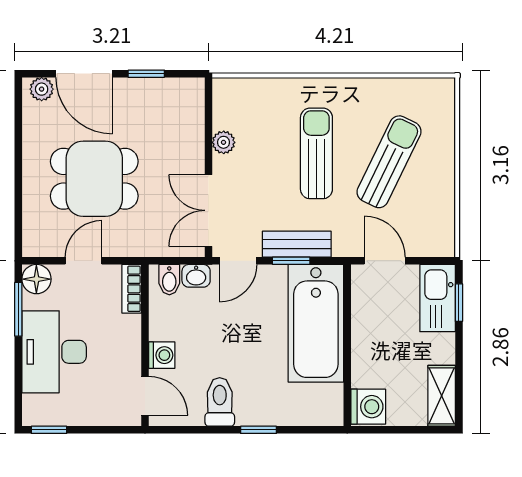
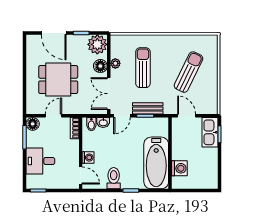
plant: (42, 89) -> (97, 44), moved, width x1.87, depth x1.87
floor lamp: (190, 148) -> (100, 66), added
sun lounger: (316, 153) -> (143, 68), moved
bathtub: (316, 323) -> (156, 163), moved
desk: (54, 352) -> (40, 161), width x0.73
shelving: (442, 396) -> (212, 176), removed
washing machine: (368, 407) -> (179, 168), moved

